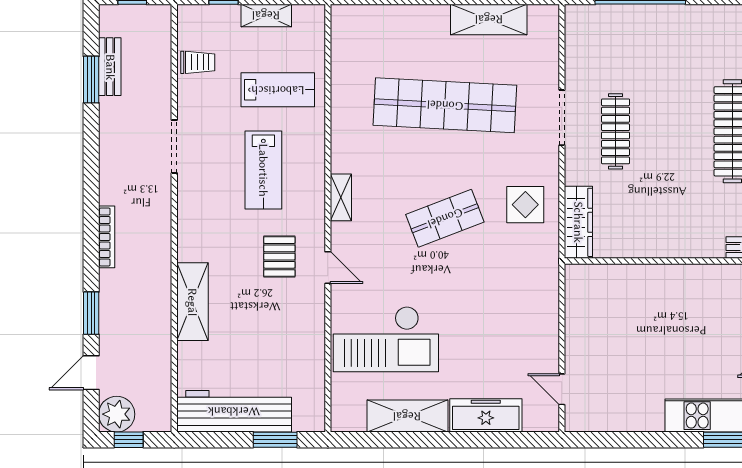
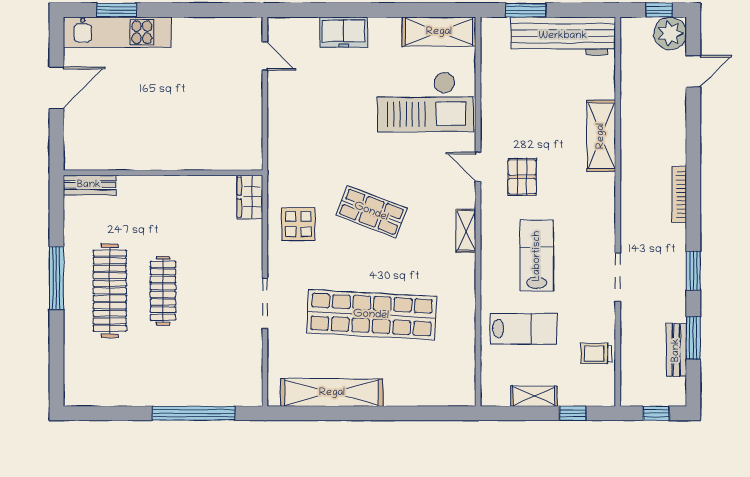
shelving: (489, 19) -> (332, 393), width x1.47
lab bench: (278, 90) -> (524, 329), turned 180
clothes rail: (616, 131) -> (163, 291), moved
shop shelf: (445, 218) -> (371, 212), turned 42
wardrobe: (578, 222) -> (250, 197), width x0.67
window: (91, 313) -> (693, 271), moved
checkout: (386, 339) -> (425, 102), turned 180
freezer: (486, 415) -> (344, 32), width x0.71
shelving: (407, 416) -> (439, 32), moved

